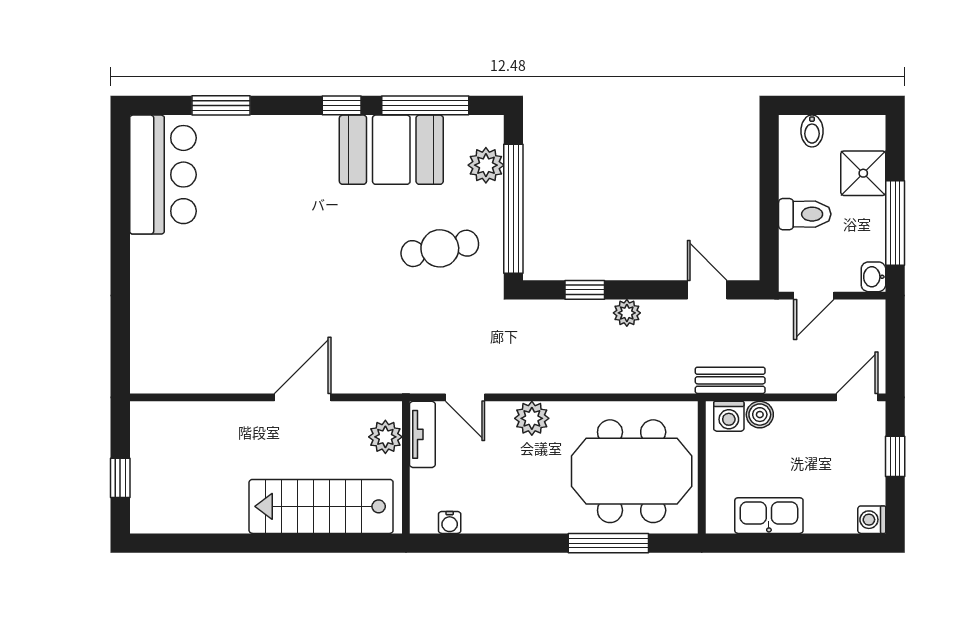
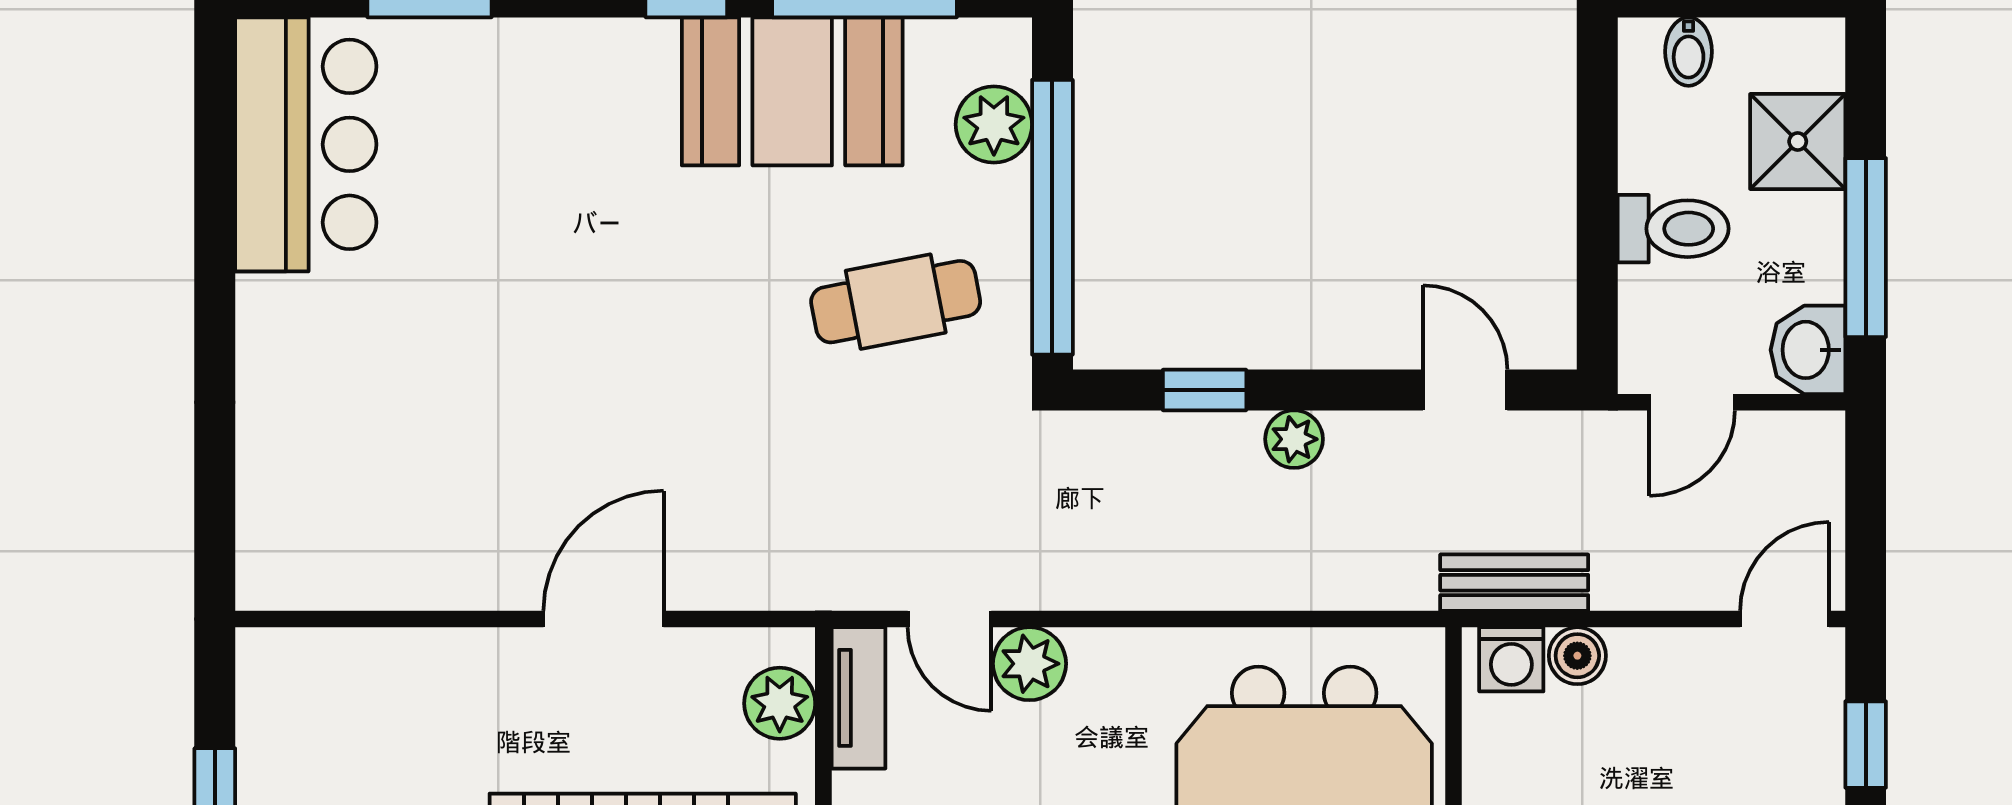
washbasin: (873, 277) -> (1808, 350), width x1.38, depth x1.45
plant: (532, 418) -> (1029, 664), moved

